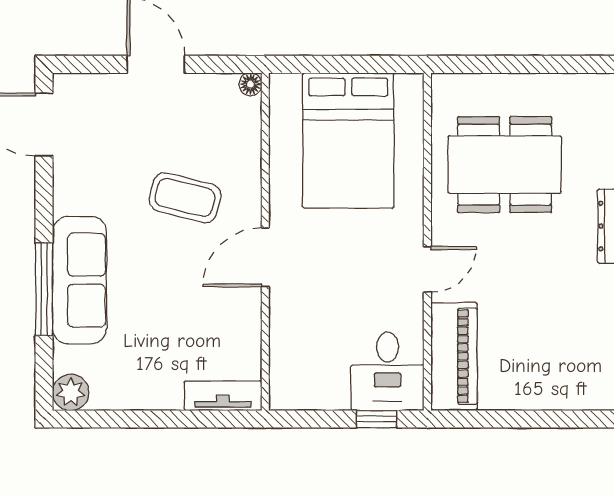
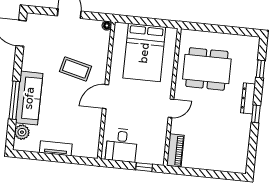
piano: (454, 356) -> (175, 150), width x0.73, depth x0.75
desk: (388, 371) -> (122, 145), moved
plant: (71, 392) -> (22, 132), moved
tv unit: (223, 396) -> (56, 148), moved

